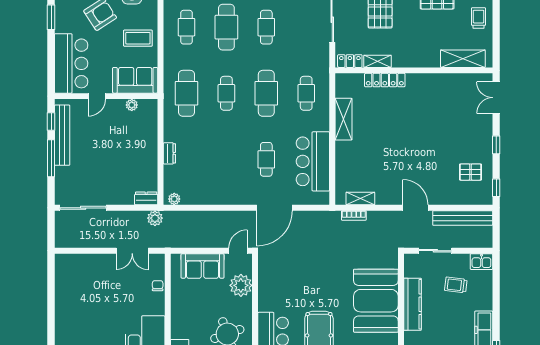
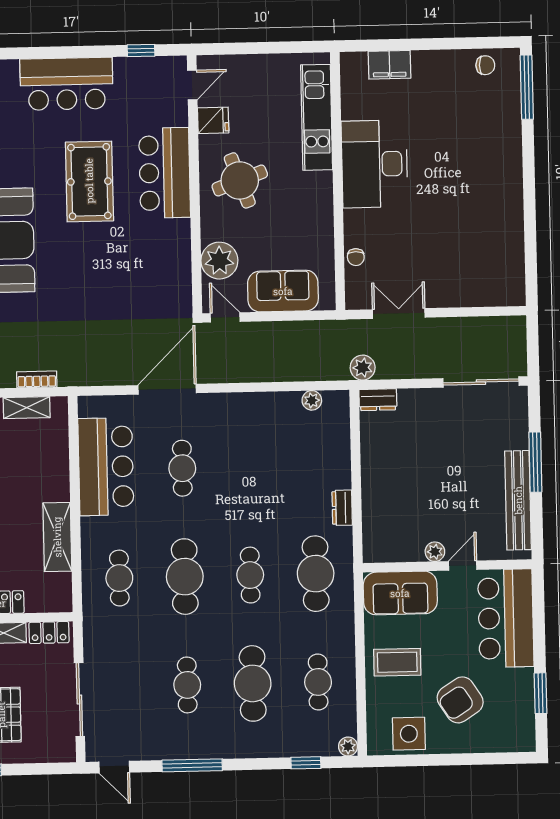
plant: (132, 105) -> (435, 552), moved
window: (51, 122) -> (537, 522), removed
dresser: (169, 153) -> (342, 508), moved
plant: (174, 199) -> (312, 400), moved
door: (238, 251) -> (225, 317), swing flipped

